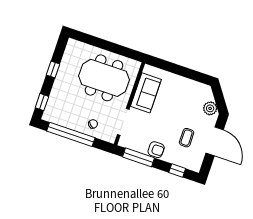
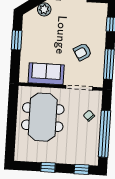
window: (187, 73) -> (17, 40), added
coffee table: (187, 138) -> (78, 24), removed
armchair: (156, 150) -> (83, 52), moved, turned -121

